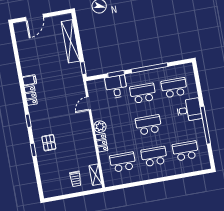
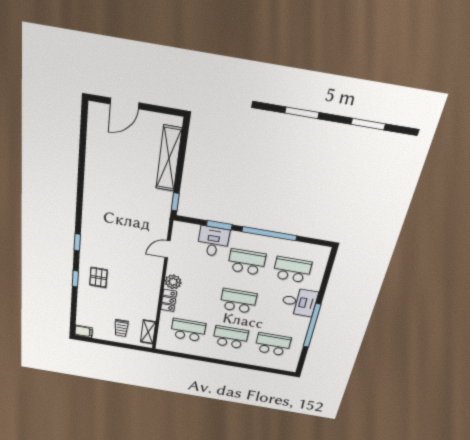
filing cabinet: (29, 80) -> (84, 331), moved
locker: (31, 96) -> (89, 212), removed

